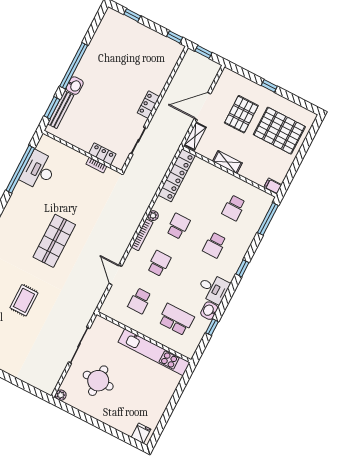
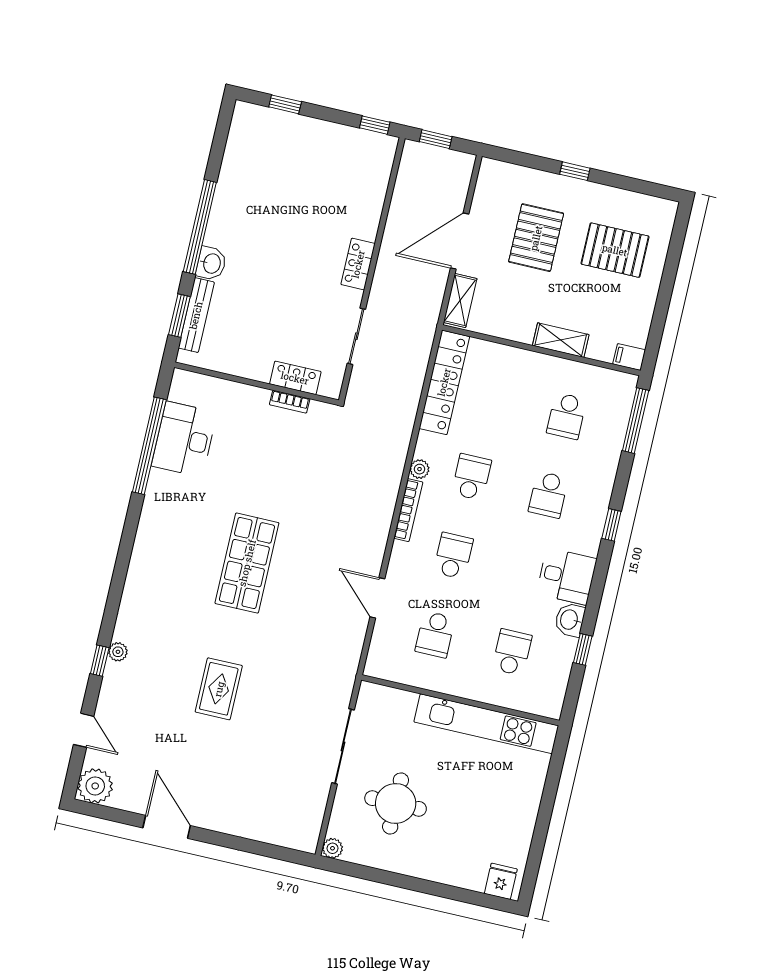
pallet: (279, 131) -> (615, 250), width x0.73, depth x0.71
shelving: (227, 162) -> (561, 340), moved
school desk: (176, 320) -> (512, 652), width x0.54

